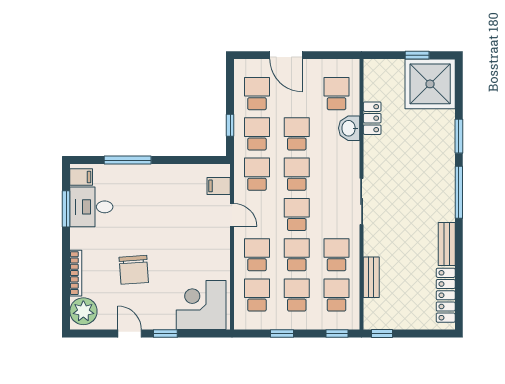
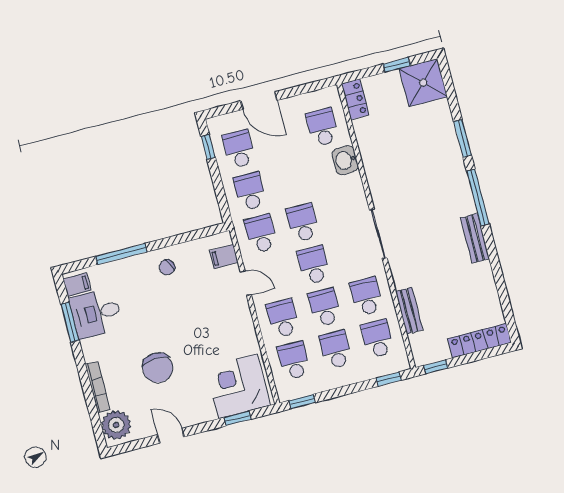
shower: (430, 84) -> (423, 83), width x0.73, depth x0.73
locker: (372, 118) -> (355, 99), moved
window: (230, 125) -> (208, 147), moved
school desk: (297, 134) -> (292, 180), removed
chair: (165, 182) -> (167, 267), added
bench: (447, 244) -> (475, 238), moved
locker: (446, 295) -> (479, 341), moved, turned 90
window: (165, 334) -> (237, 418), moved
window: (282, 334) -> (302, 402), moved

